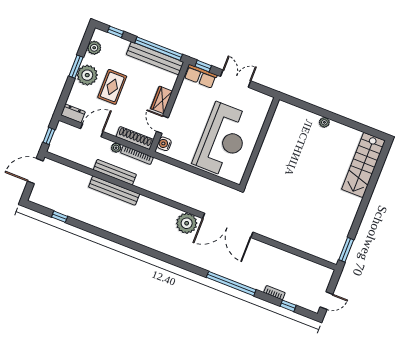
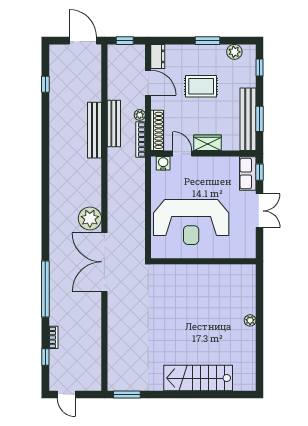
window: (159, 49) -> (259, 119), width x0.47
plant: (87, 75) -> (203, 56), removed
door: (162, 125) -> (182, 154), hinge flipped
stairs: (363, 165) -> (198, 378), moved

